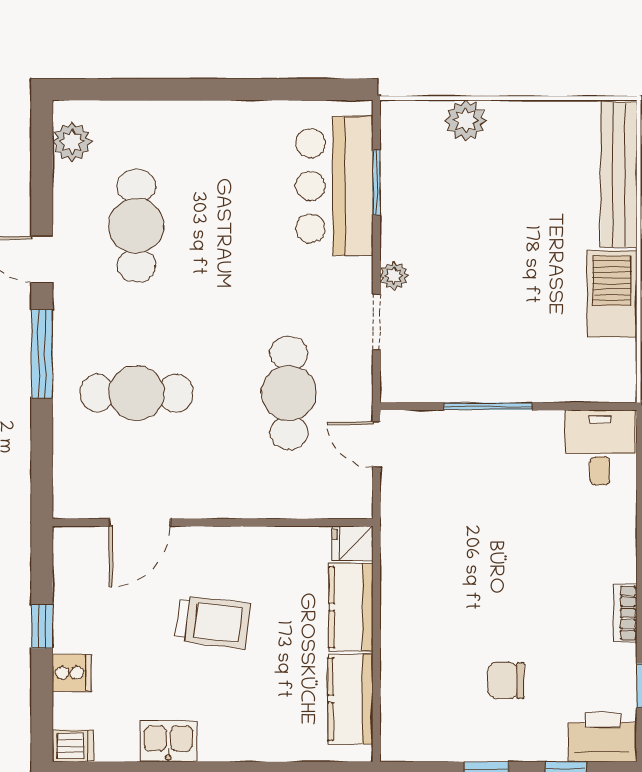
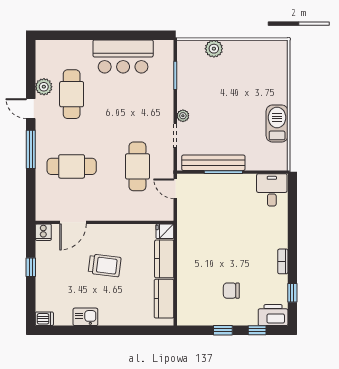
plant: (72, 142) -> (44, 87), moved
bench: (619, 175) -> (213, 163), moved, turned 90
bar counter: (334, 186) -> (123, 56), moved, turned -90
cooker: (72, 673) -> (43, 232), moved, turned 90

